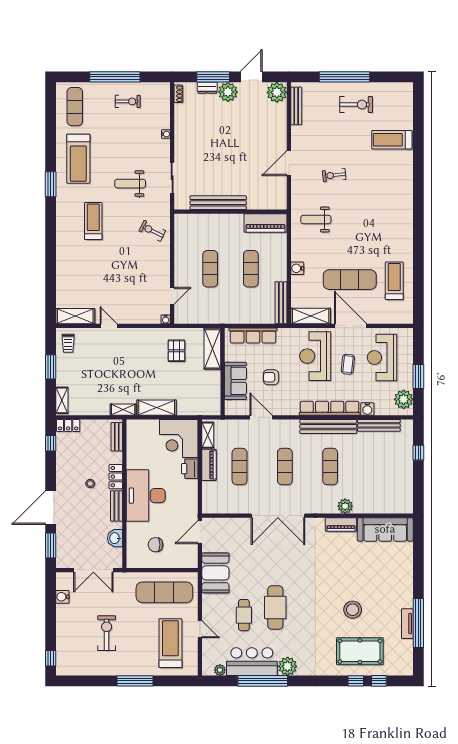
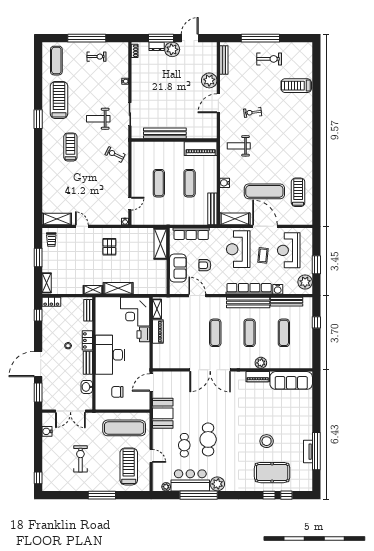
plant: (277, 92) -> (209, 80), moved
treadmill: (78, 159) -> (59, 100), turned 180
pallet: (176, 351) -> (109, 247), moved
exercise mat: (240, 467) -> (284, 333), moved

